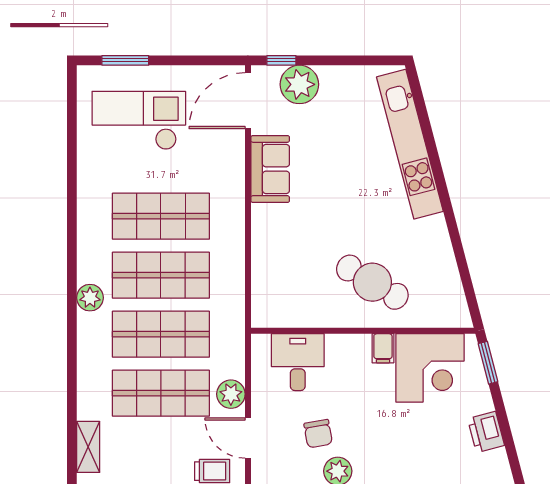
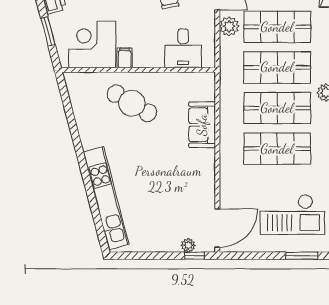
plant: (299, 84) -> (188, 245), width x0.53, depth x0.53
sofa: (270, 169) -> (202, 125), moved
window: (488, 363) -> (48, 31), moved

